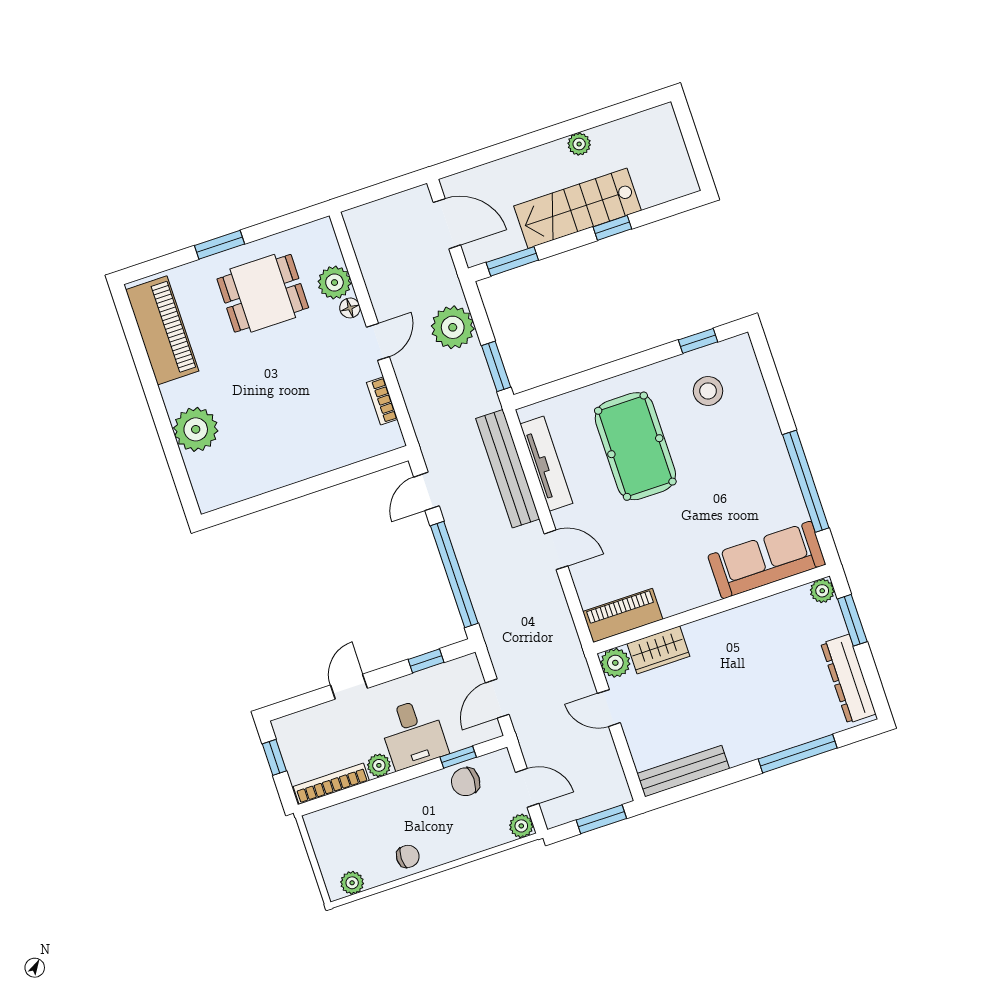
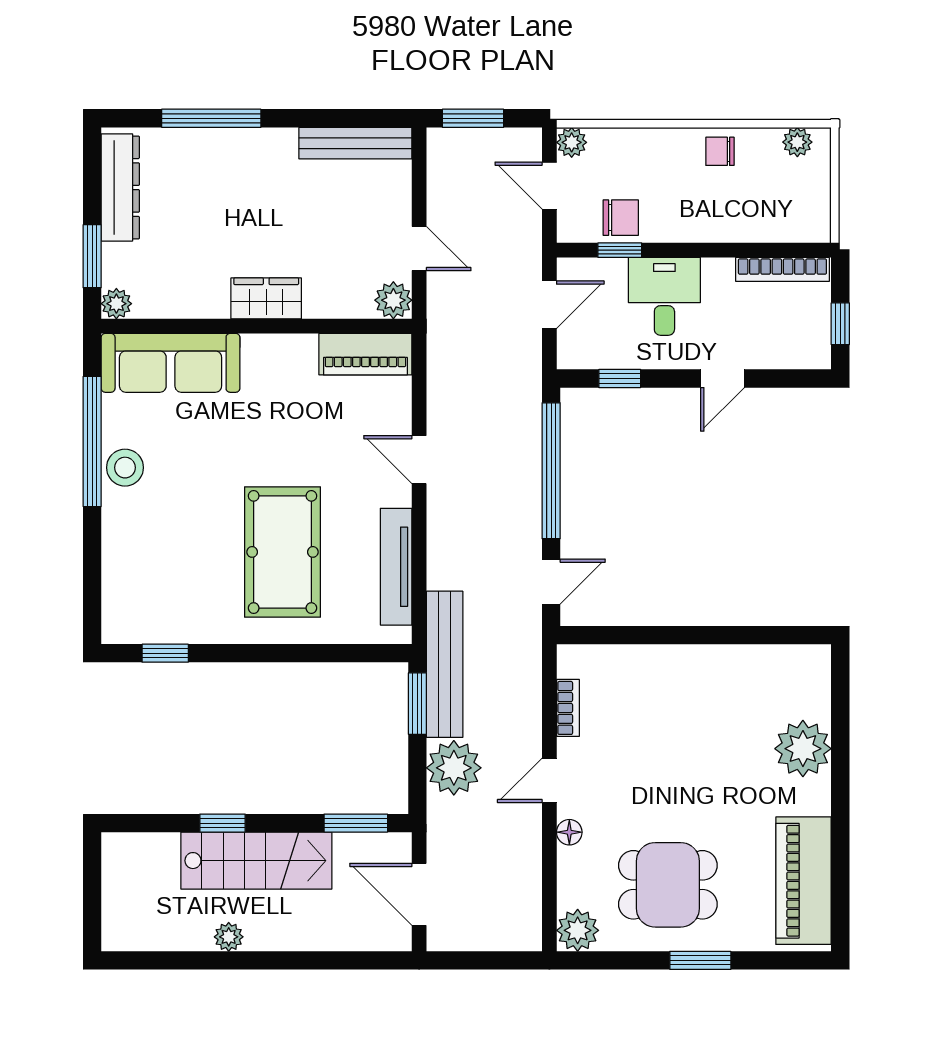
plant: (334, 283) -> (578, 930), moved
stool: (708, 391) -> (125, 468), moved
bench: (508, 469) -> (445, 664), moved
wardrobe: (658, 650) -> (266, 298), moved
plant: (379, 765) -> (718, 272), removed

